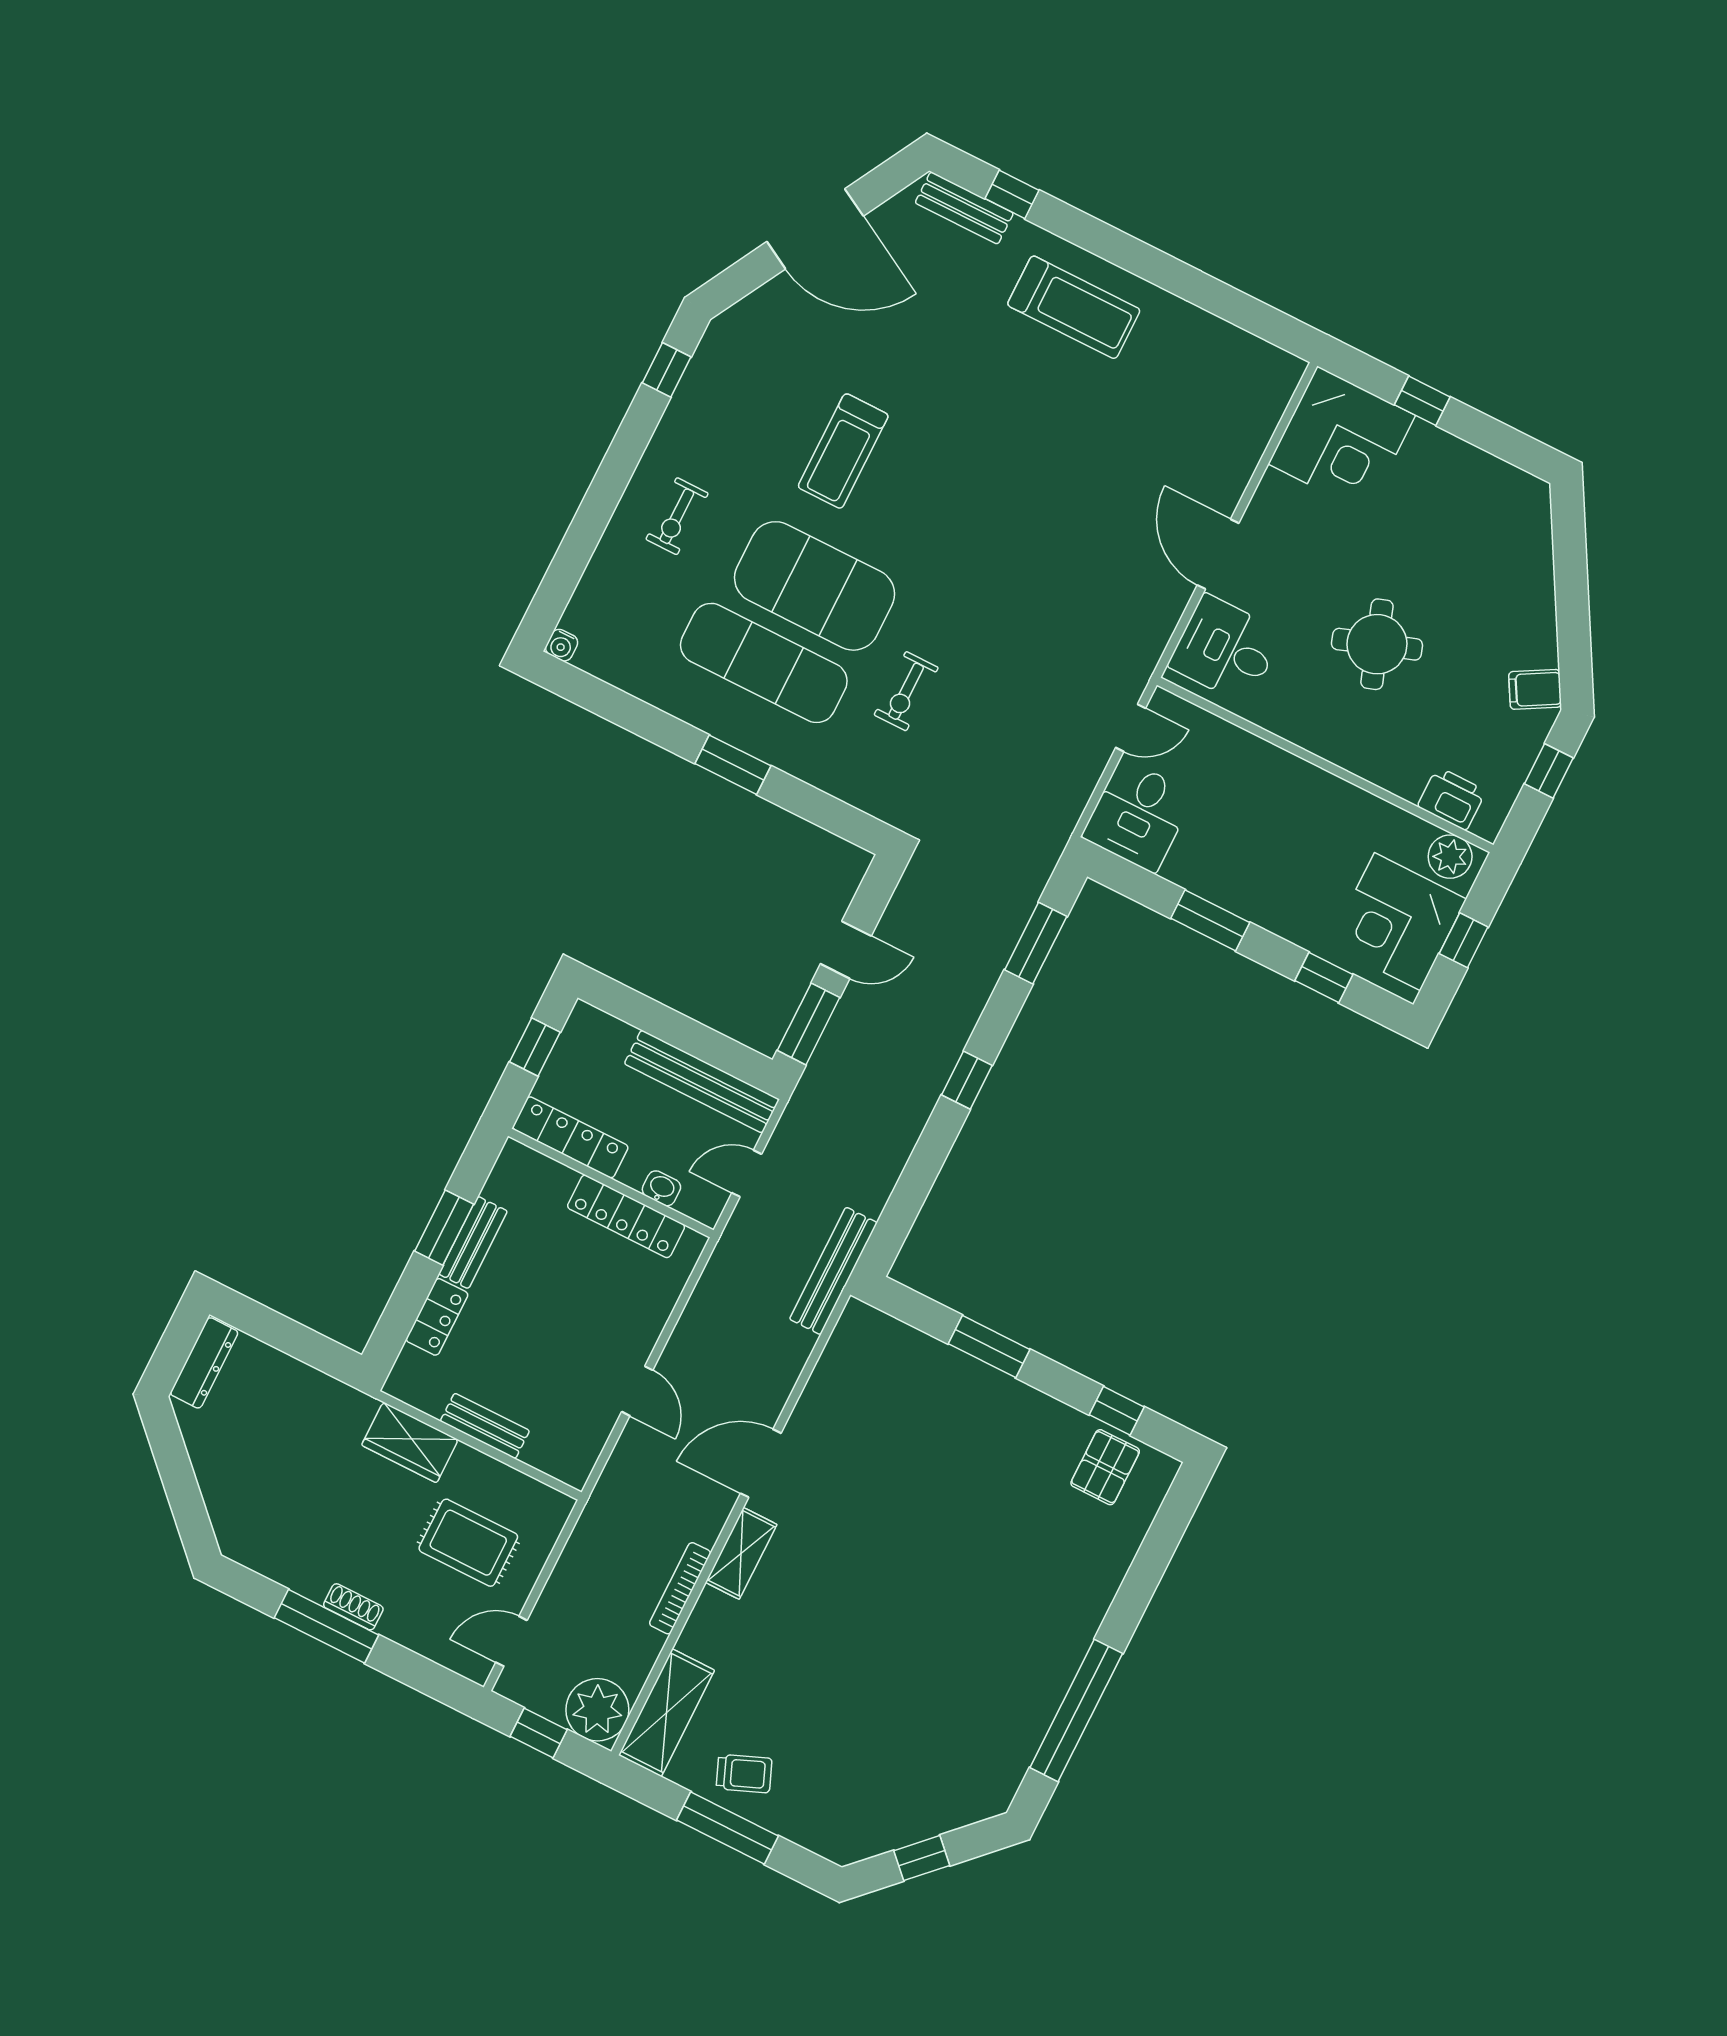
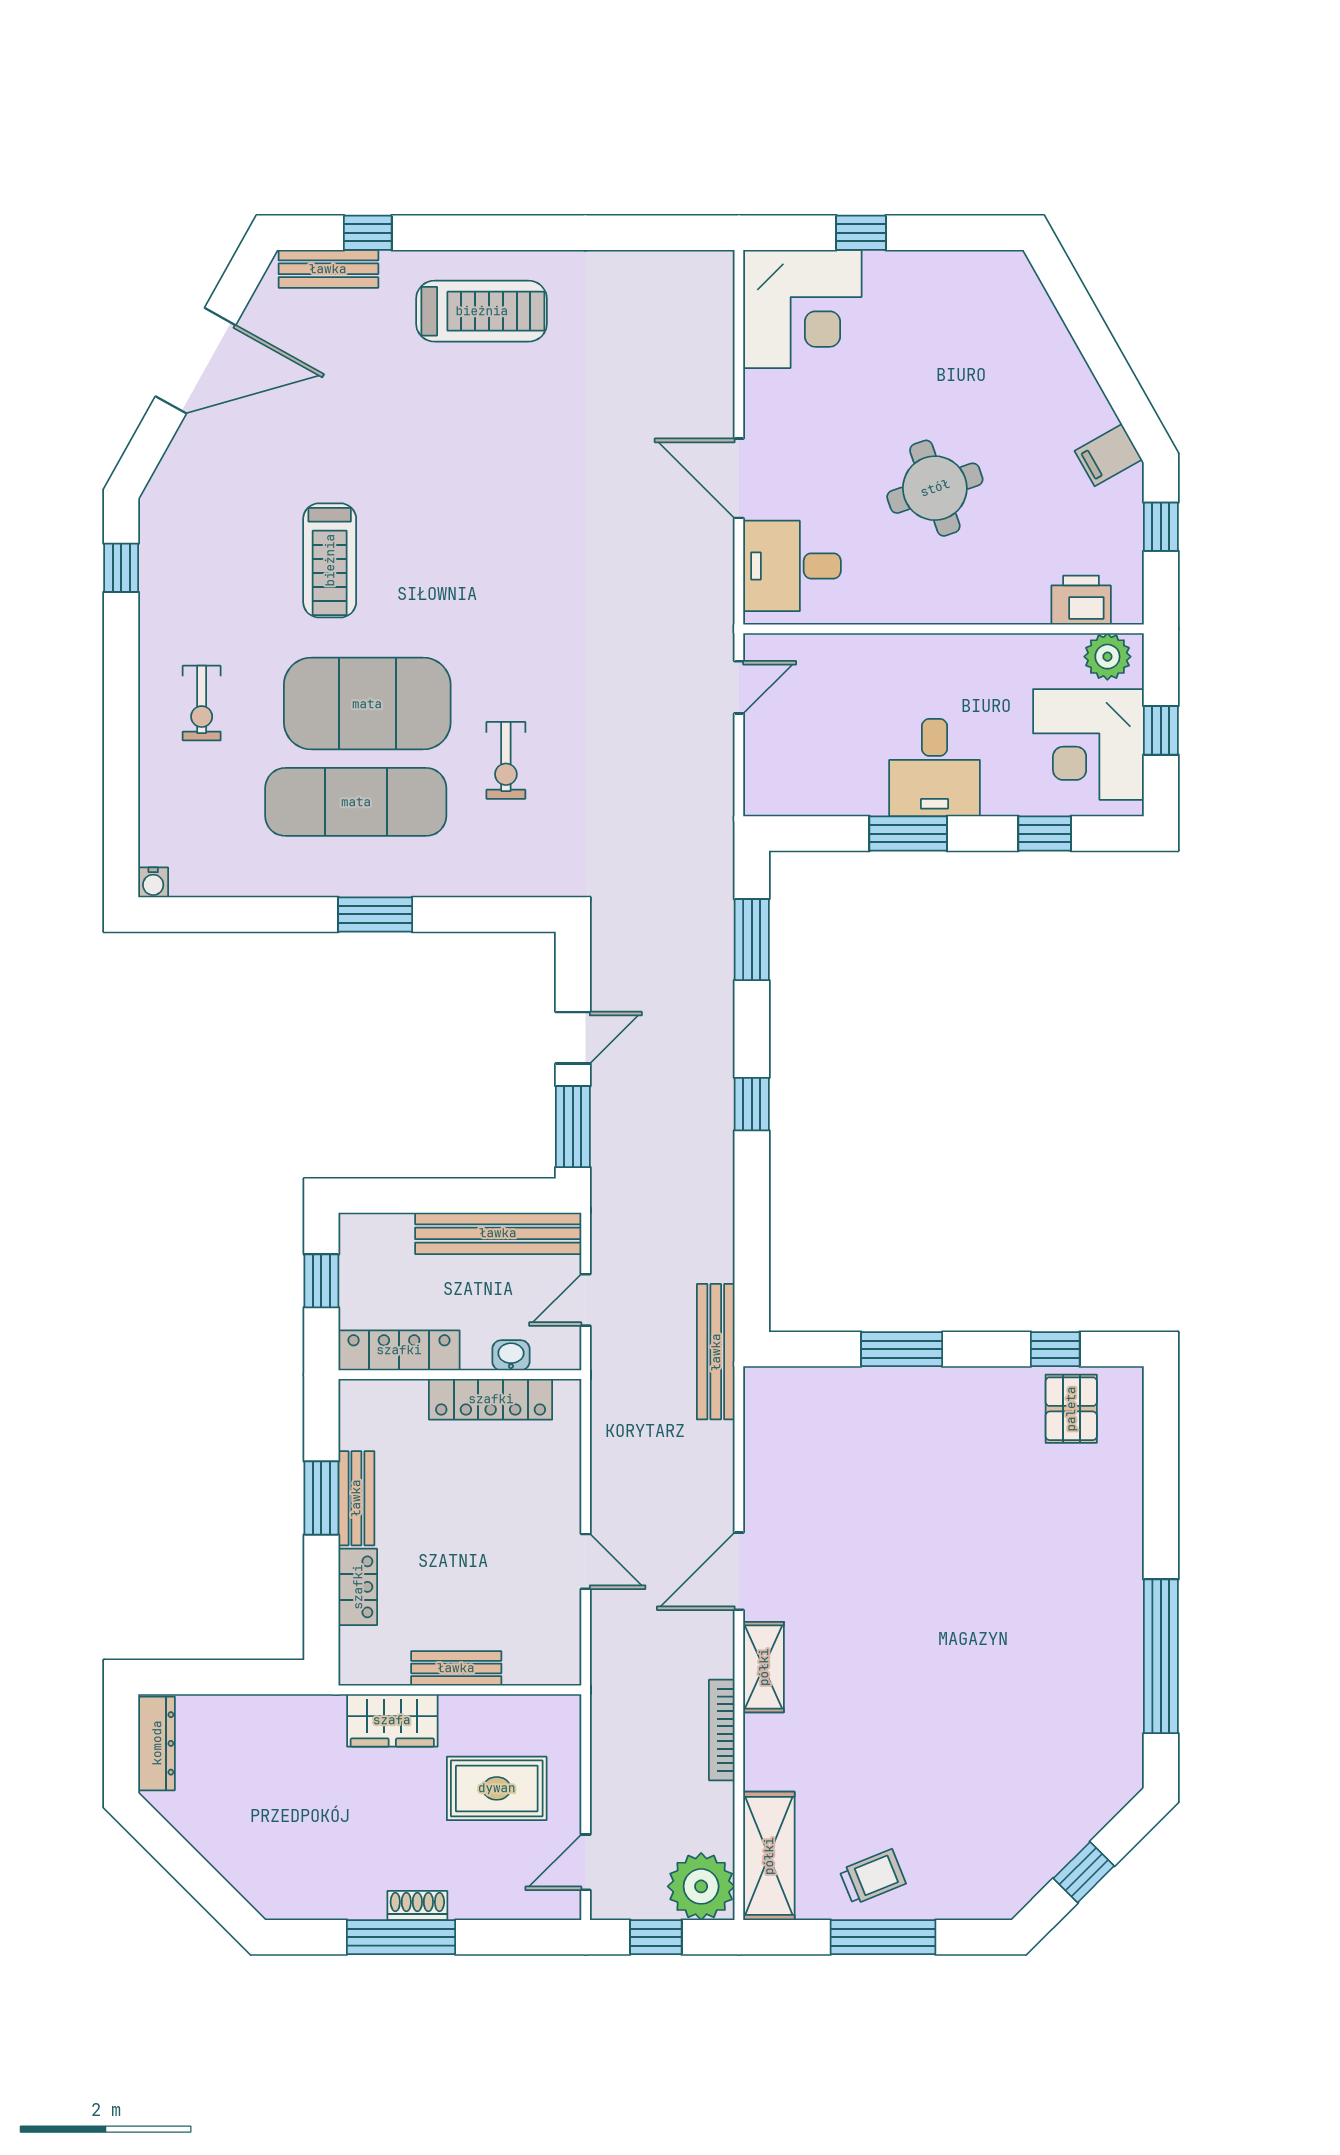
desk: (1138, 815) -> (934, 768), moved

